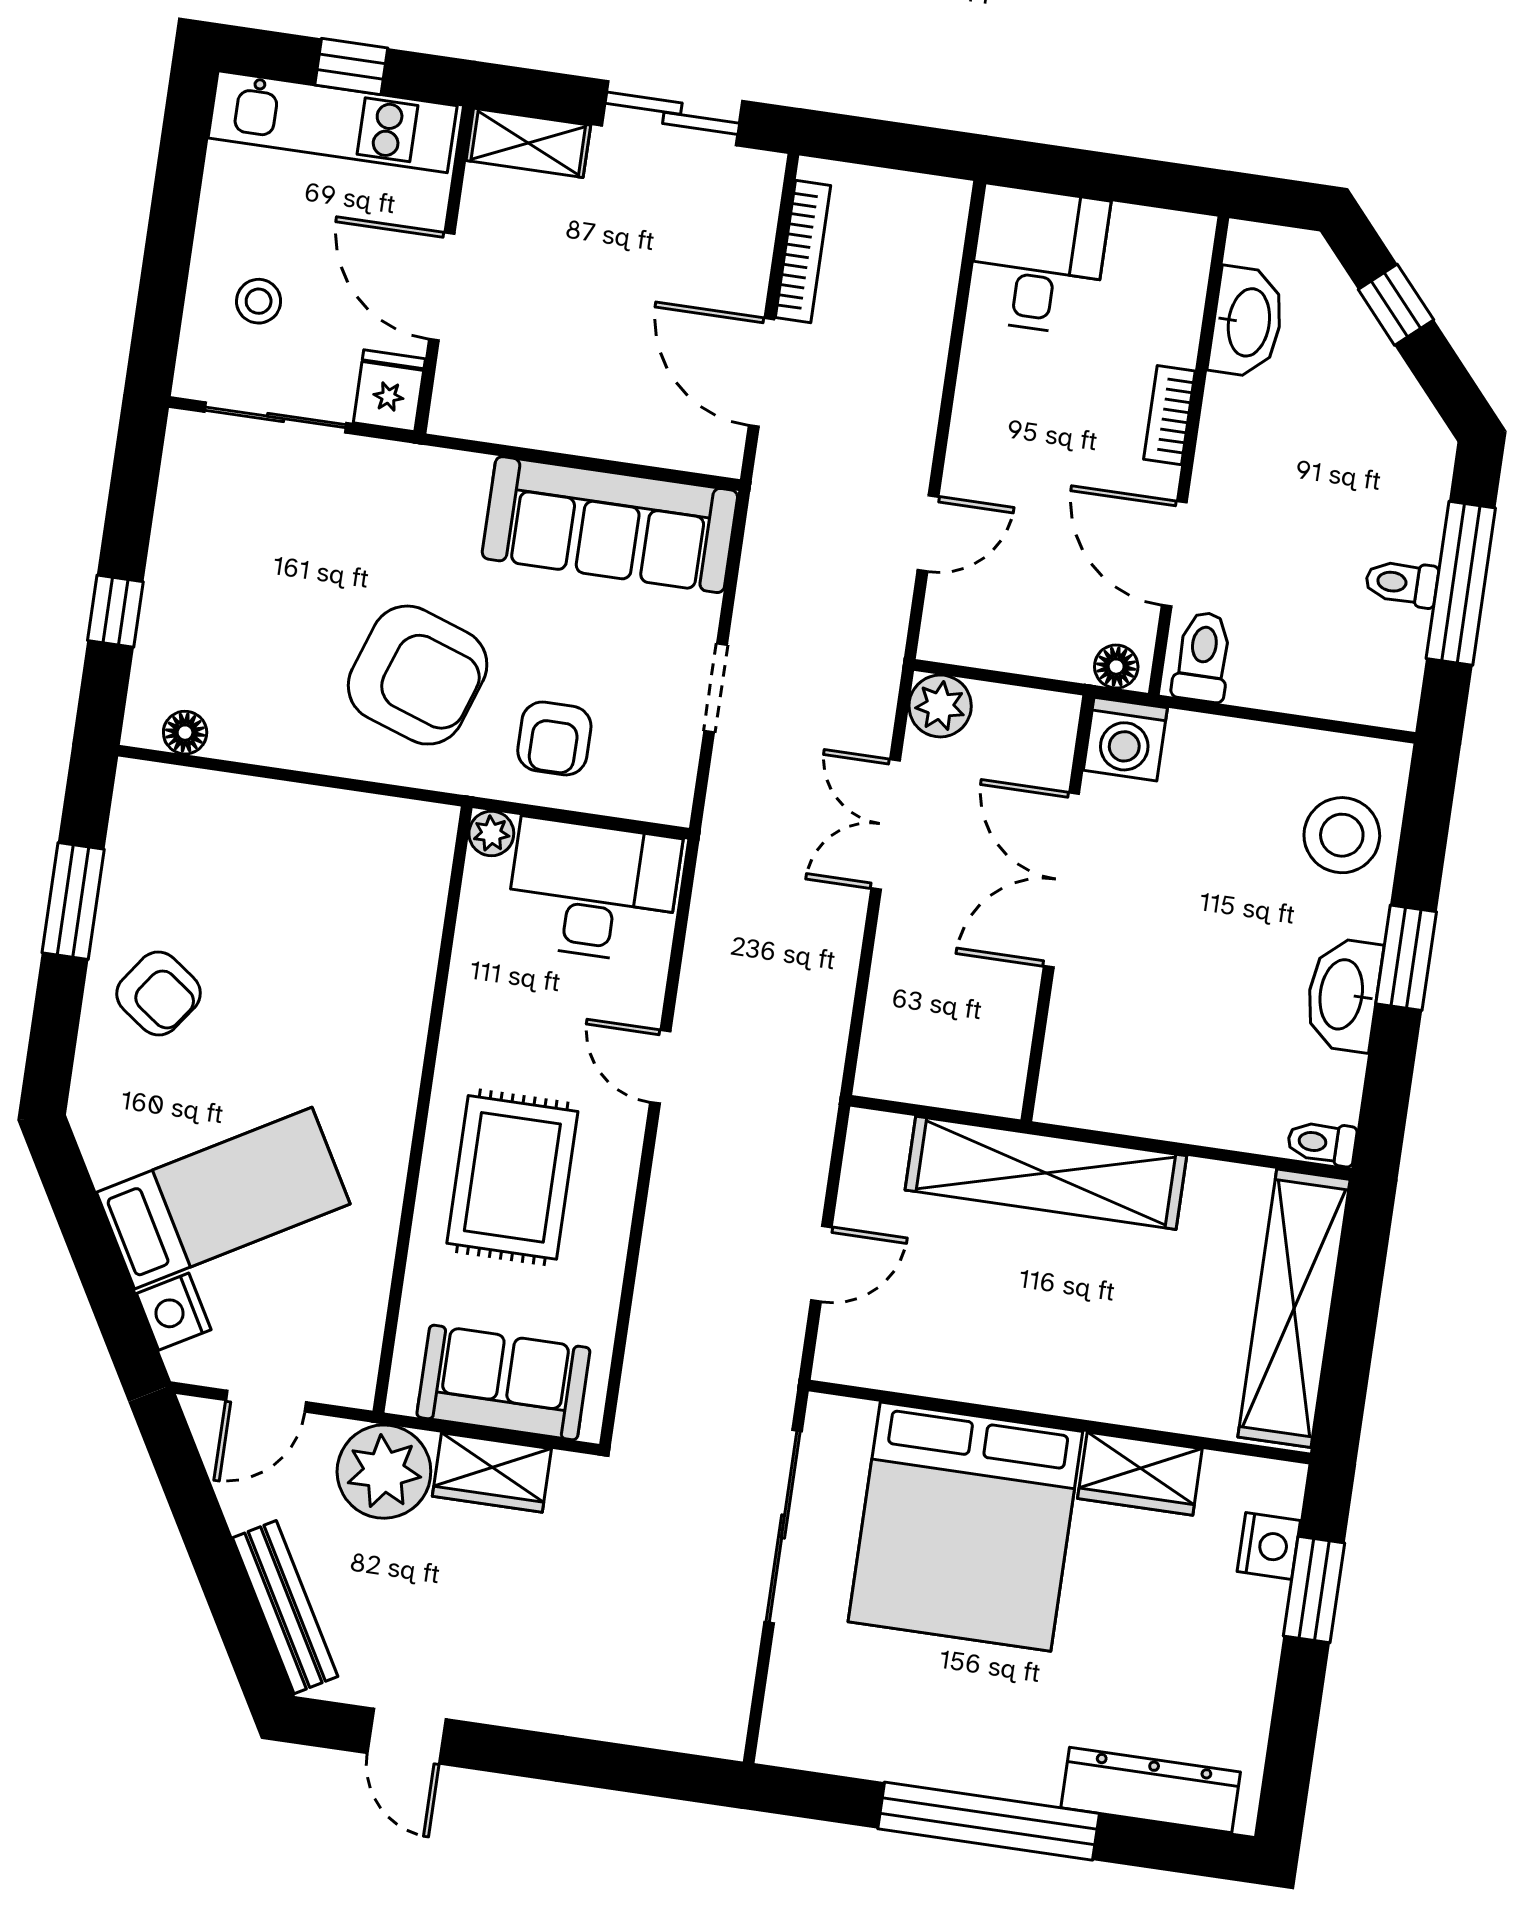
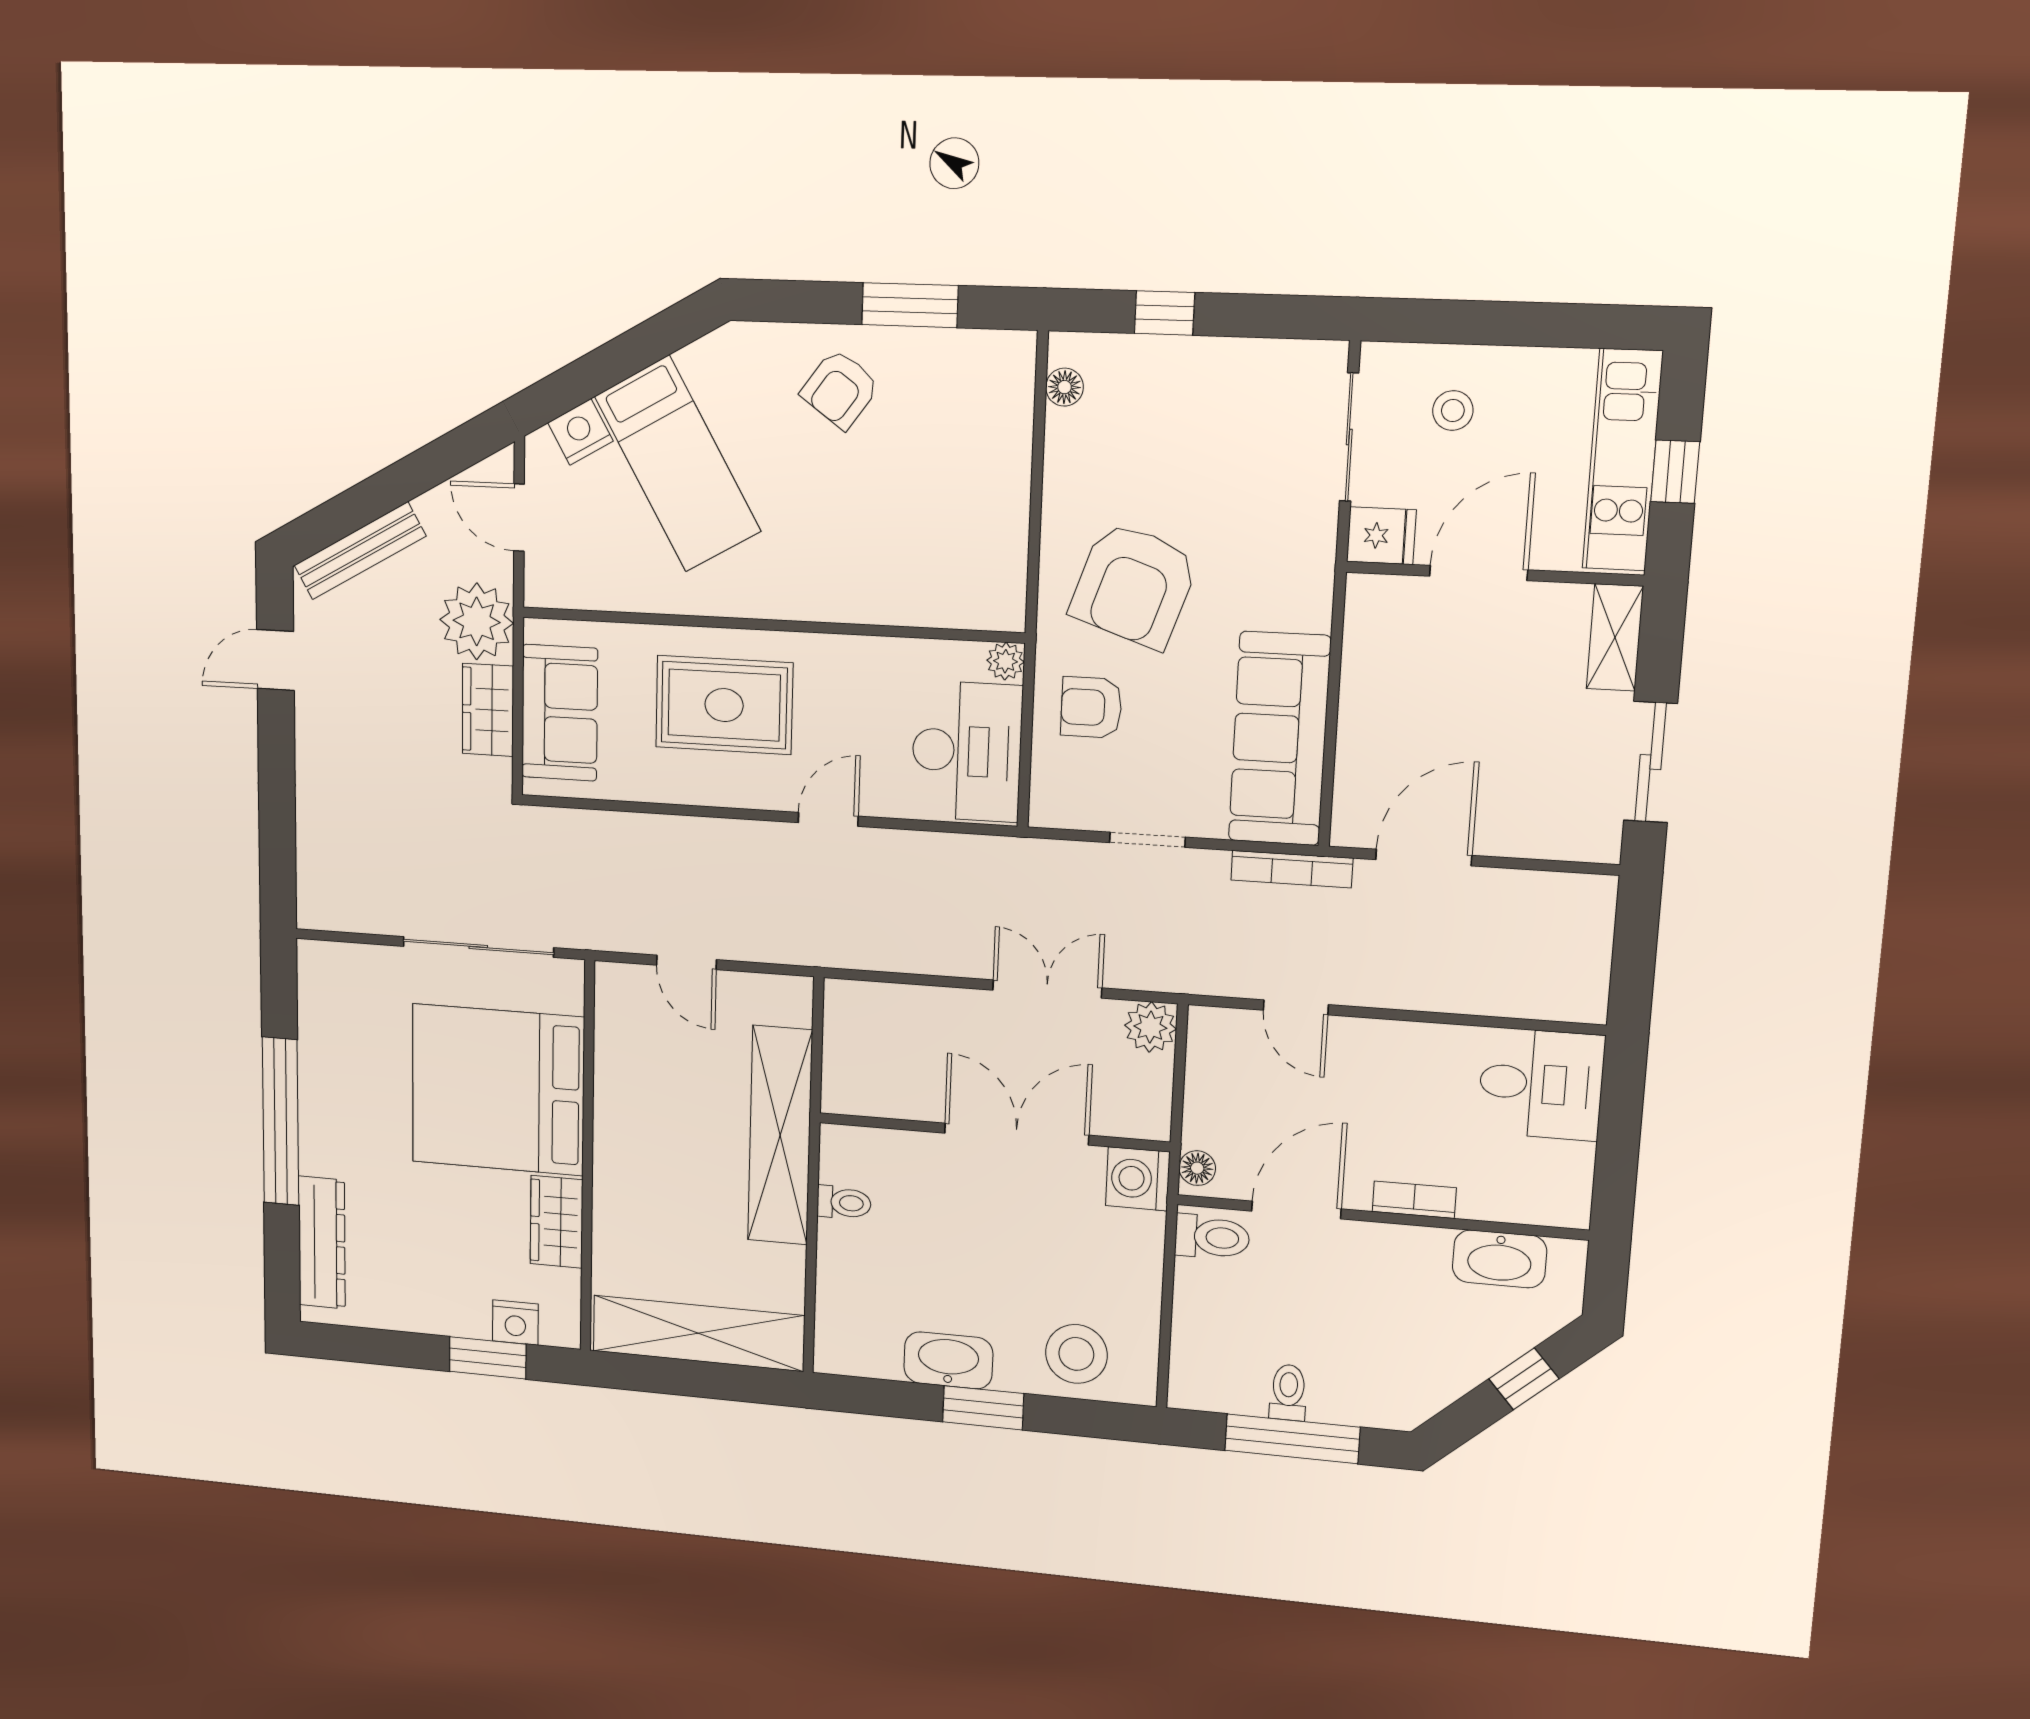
bookcase: (803, 252) -> (1292, 869), moved
toilet: (1322, 1143) -> (844, 1203), moved, turned 90

